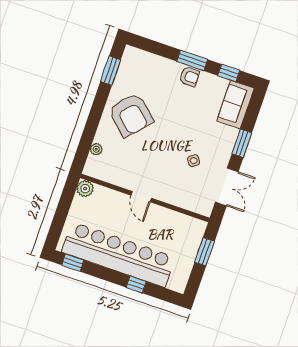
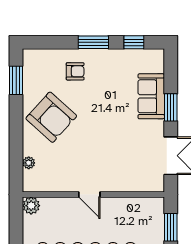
armchair: (189, 77) -> (75, 71), moved
sofa: (235, 105) -> (151, 96), moved
side table: (194, 161) -> (129, 141), removed

